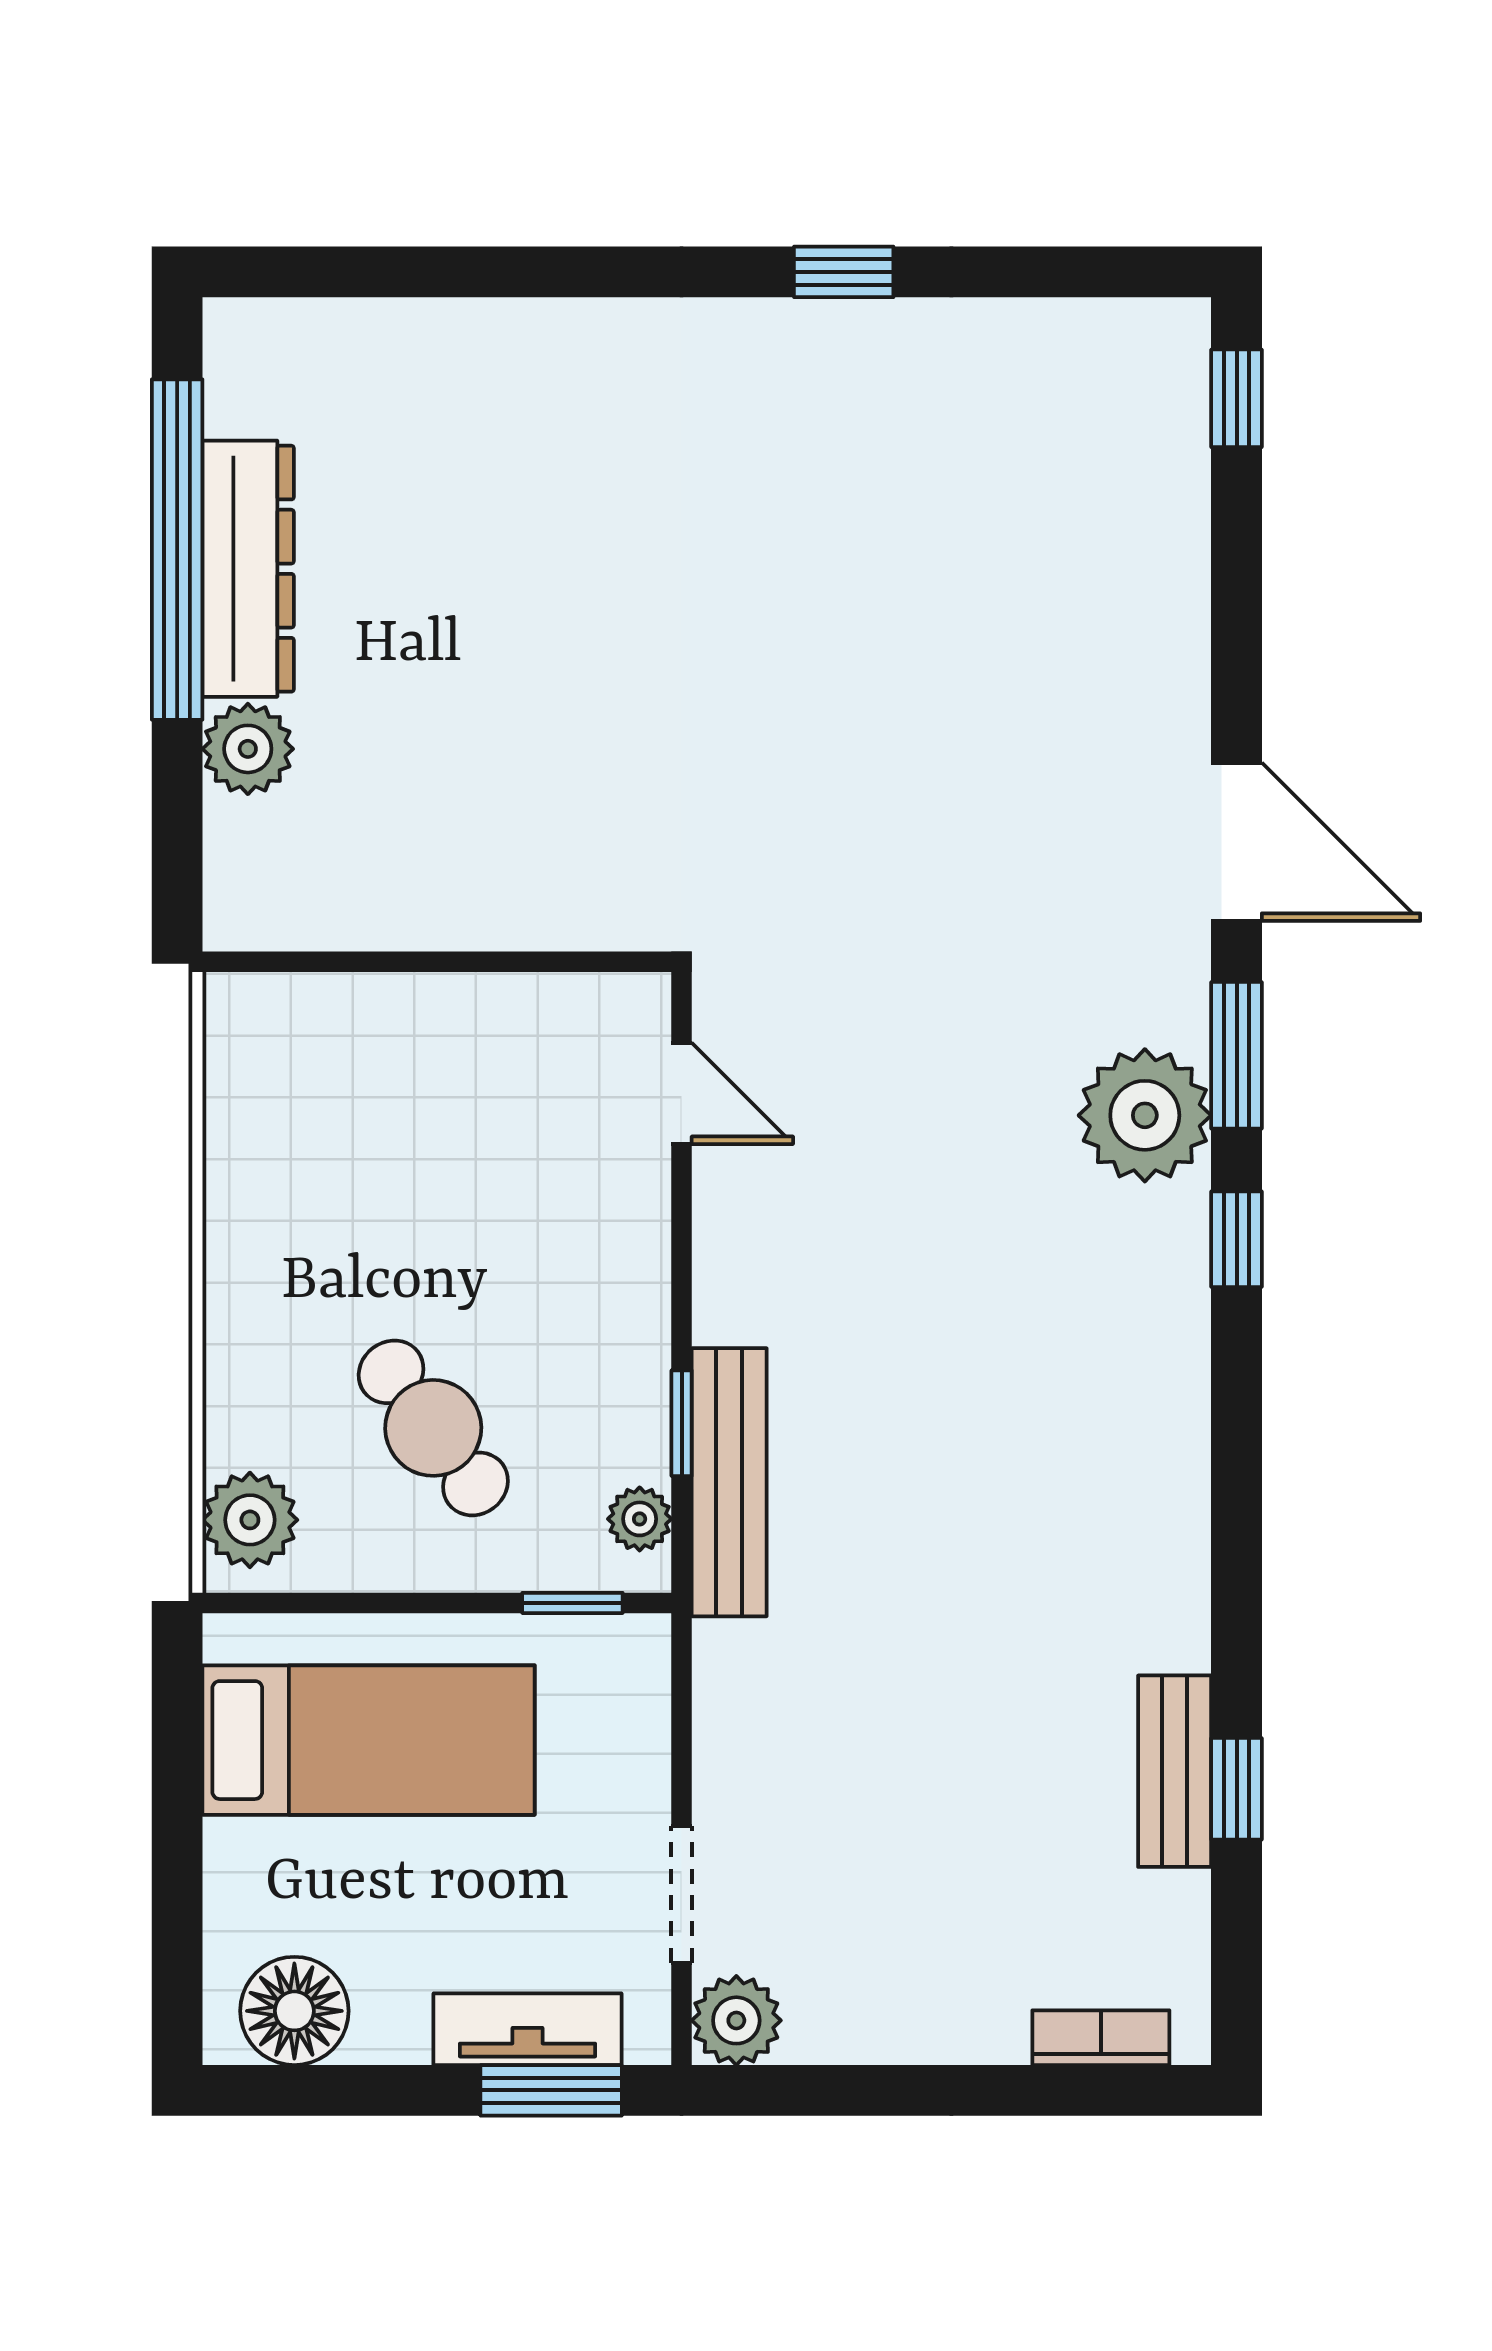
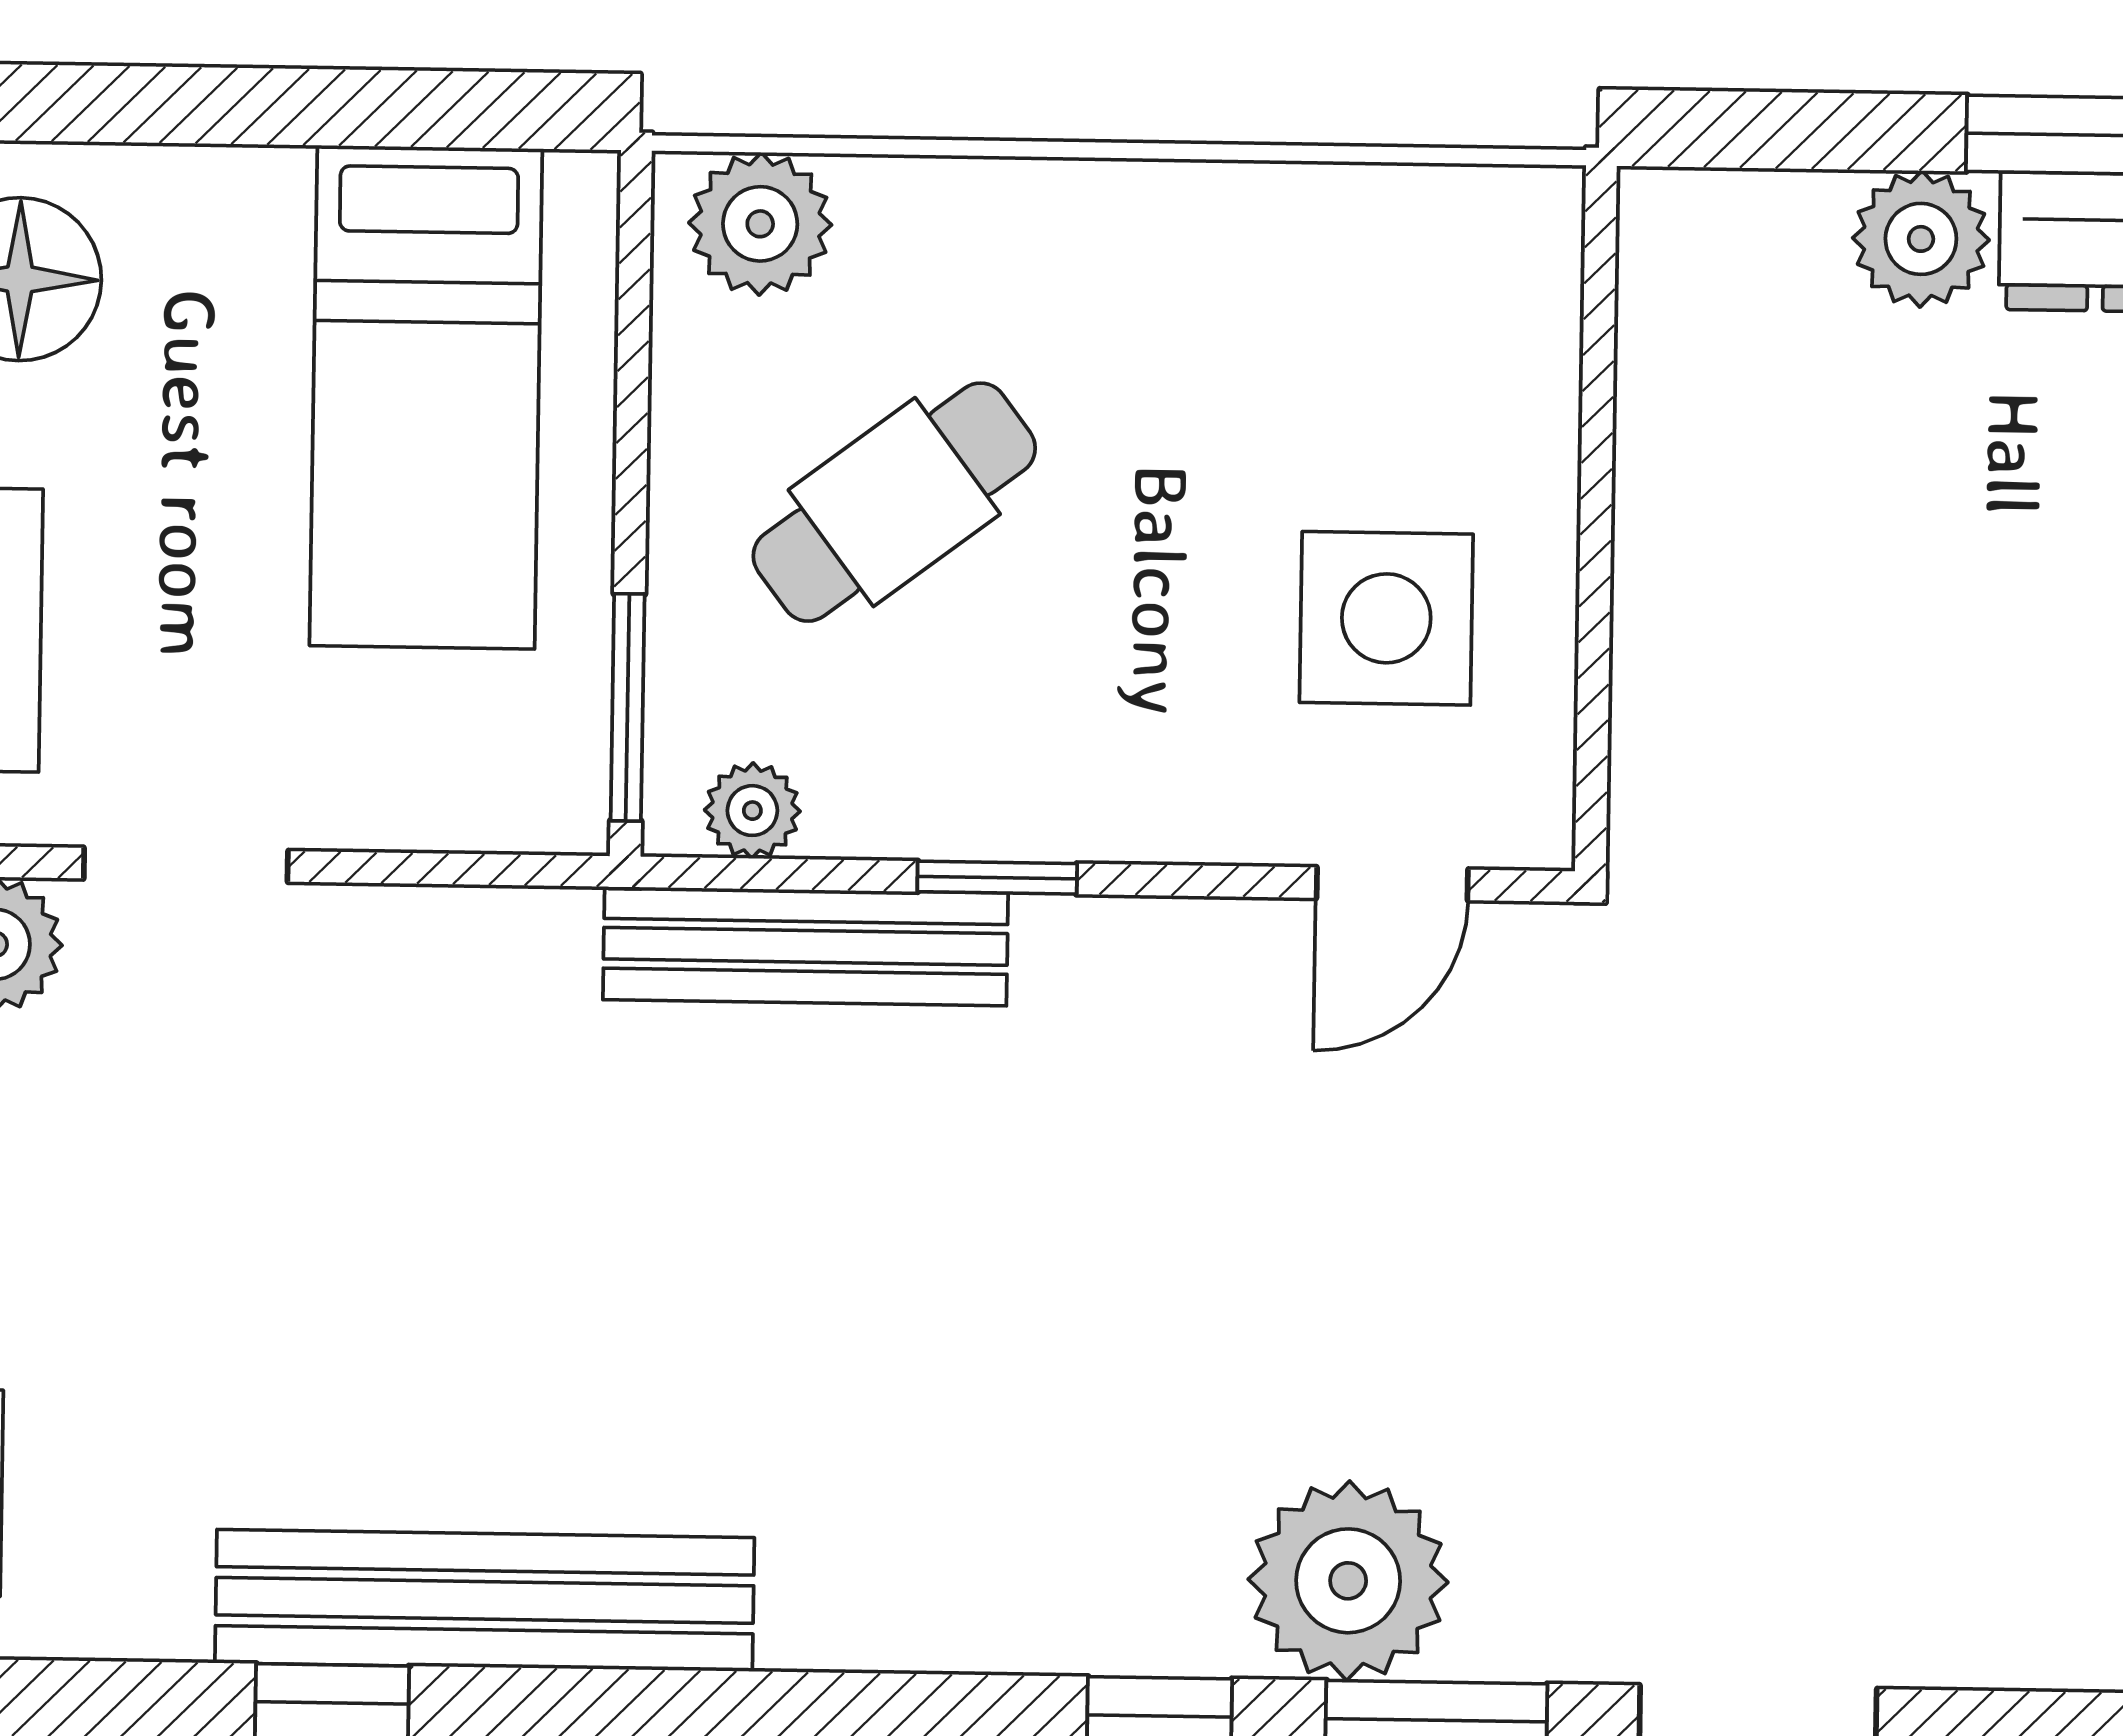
side table: (505, 1100) -> (1386, 618), added
window: (682, 1423) -> (997, 878), moved
window: (572, 1603) -> (628, 707), width x1.50
bench: (1175, 1771) -> (485, 1600), width x1.86, depth x1.21

